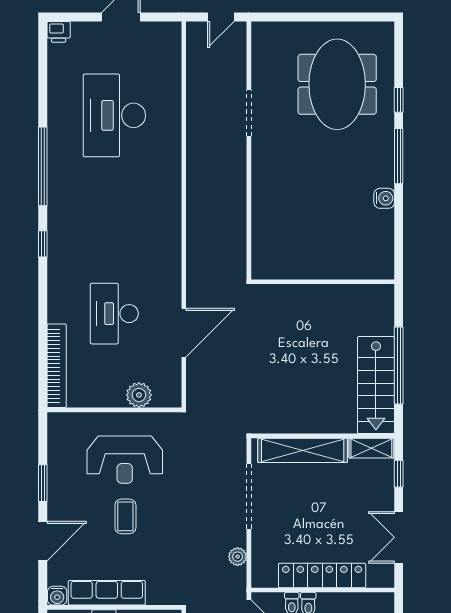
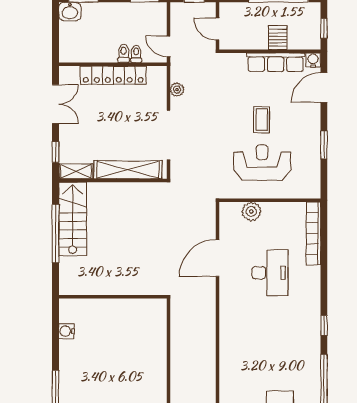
water cooler: (384, 198) -> (66, 331), moved
door: (43, 541) -> (324, 87), moved

